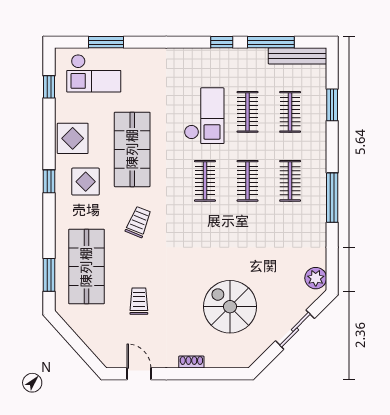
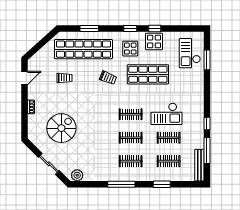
window: (49, 87) -> (155, 29), moved
window: (332, 105) -> (162, 184), moved
shop shelf: (86, 267) -> (84, 49), width x1.40
window: (49, 275) -> (89, 29), moved

